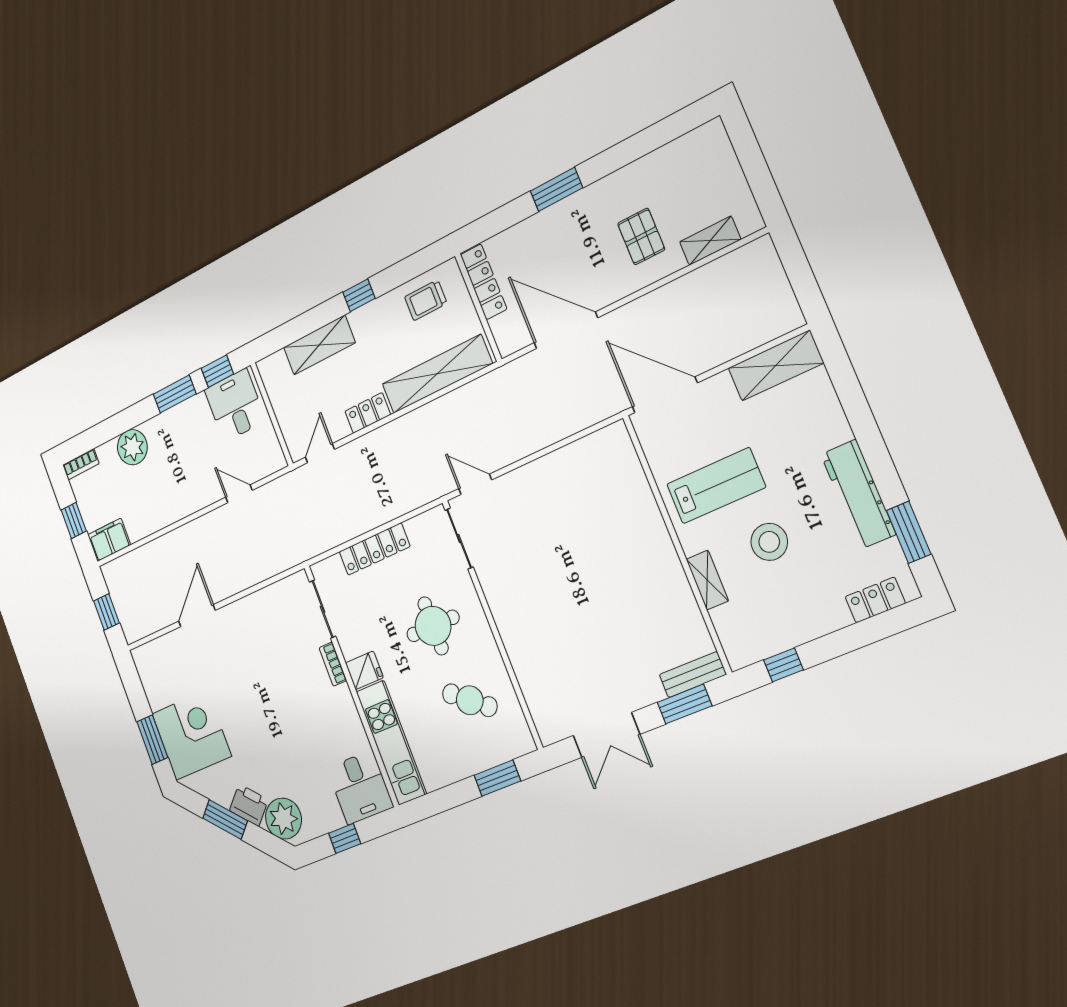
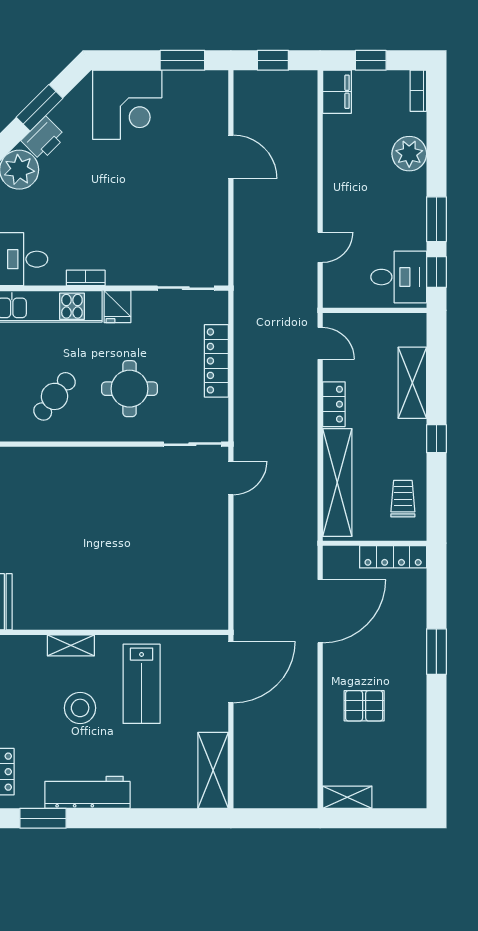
shelving: (710, 241) -> (347, 797), moved, turned 90
bookcase: (333, 664) -> (86, 278), moved
window: (152, 740) -> (182, 60), moved

